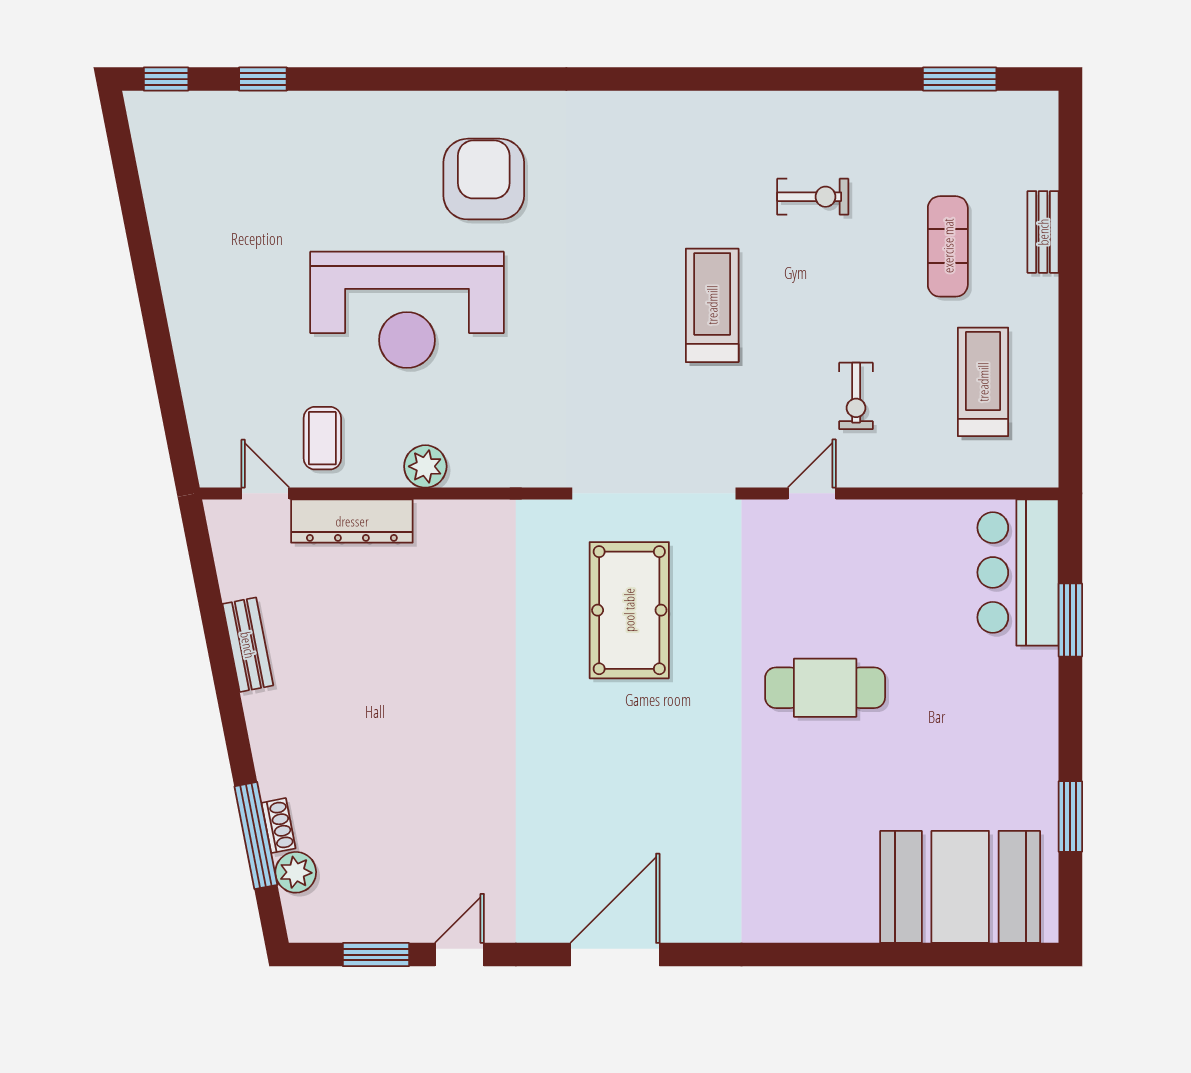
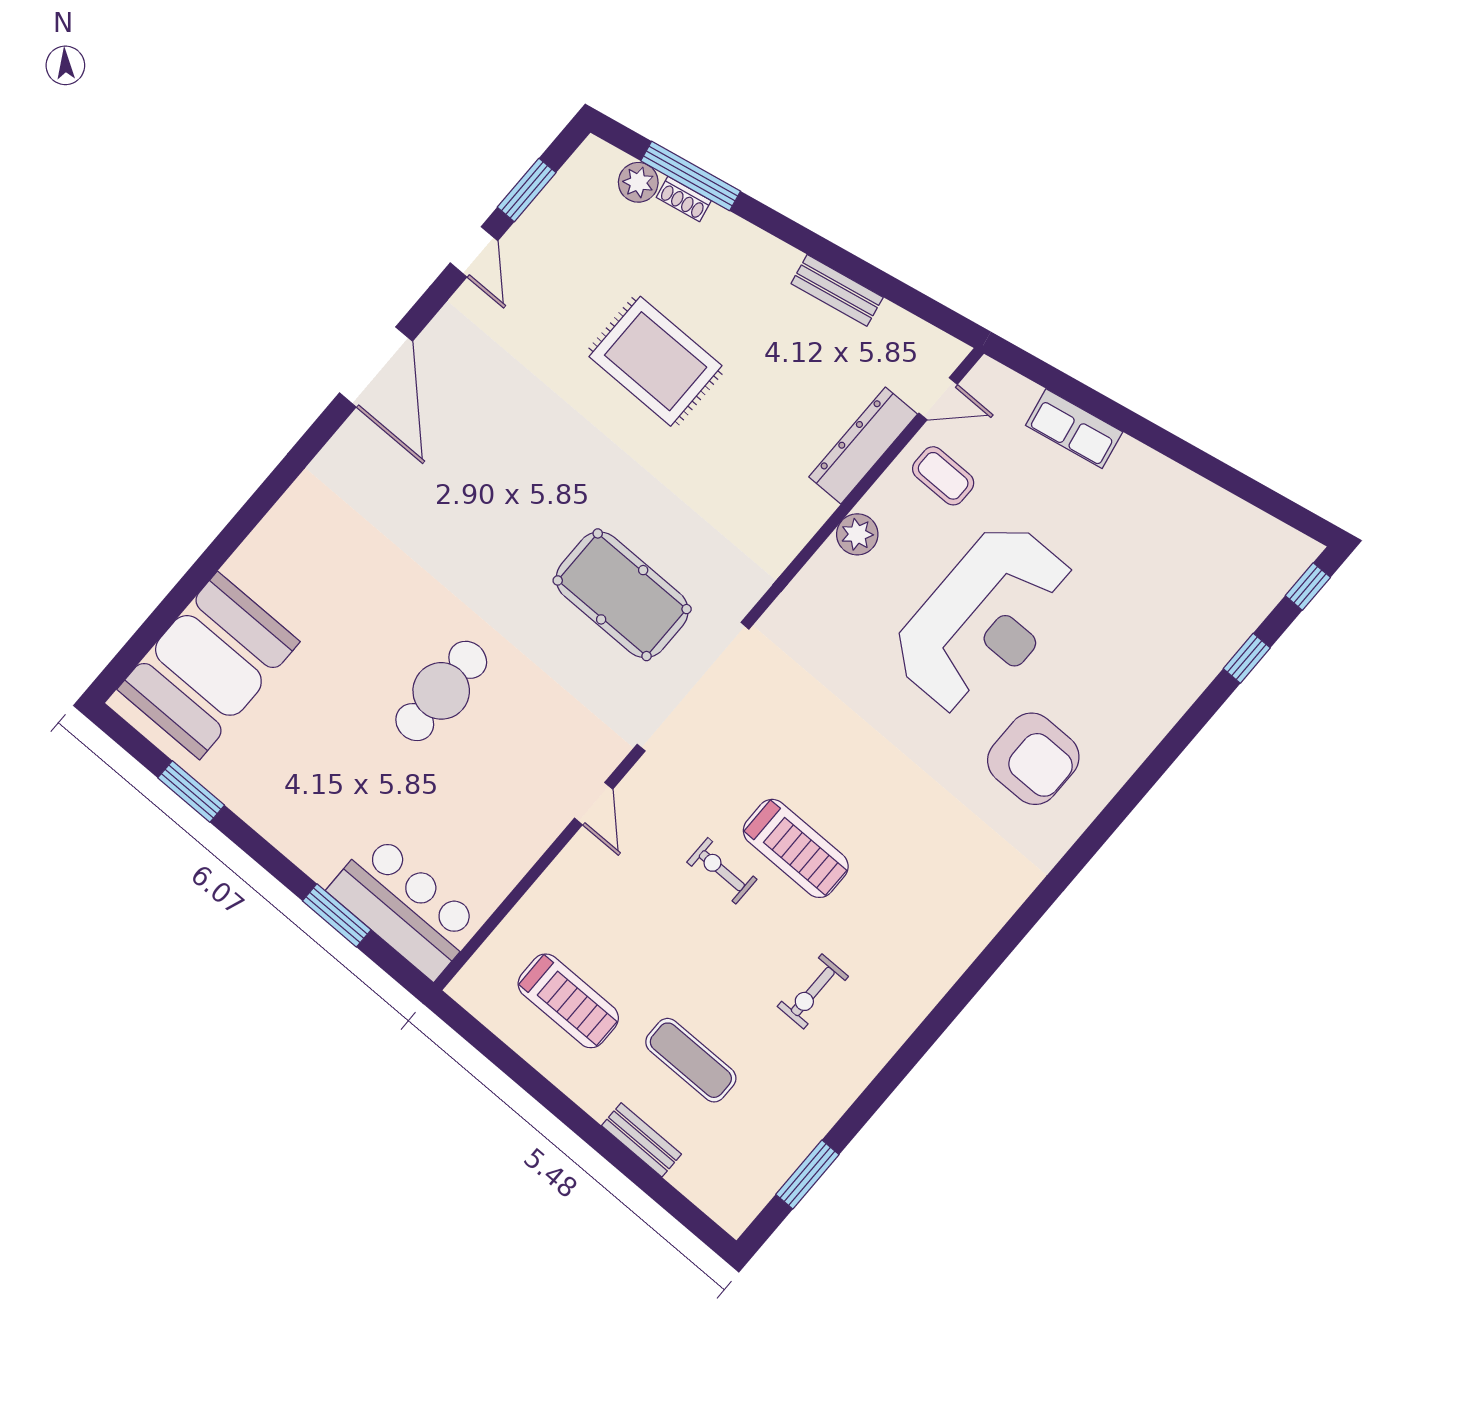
reception desk: (407, 310) -> (985, 619), turned 180
row of seats: (198, 367) -> (1074, 429), added
exercise bike: (856, 396) -> (722, 871), moved
rug: (424, 740) -> (656, 361), added

